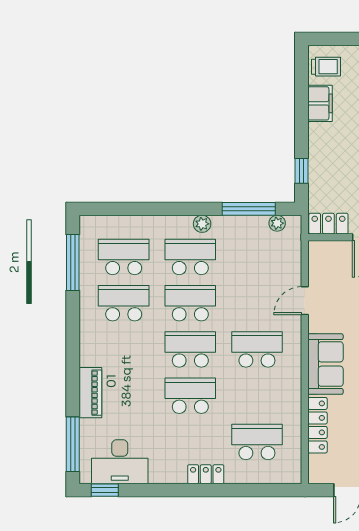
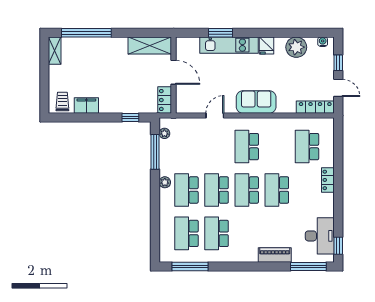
door: (305, 301) -> (215, 115), swing flipped
locker: (317, 425) -> (315, 107), moved

